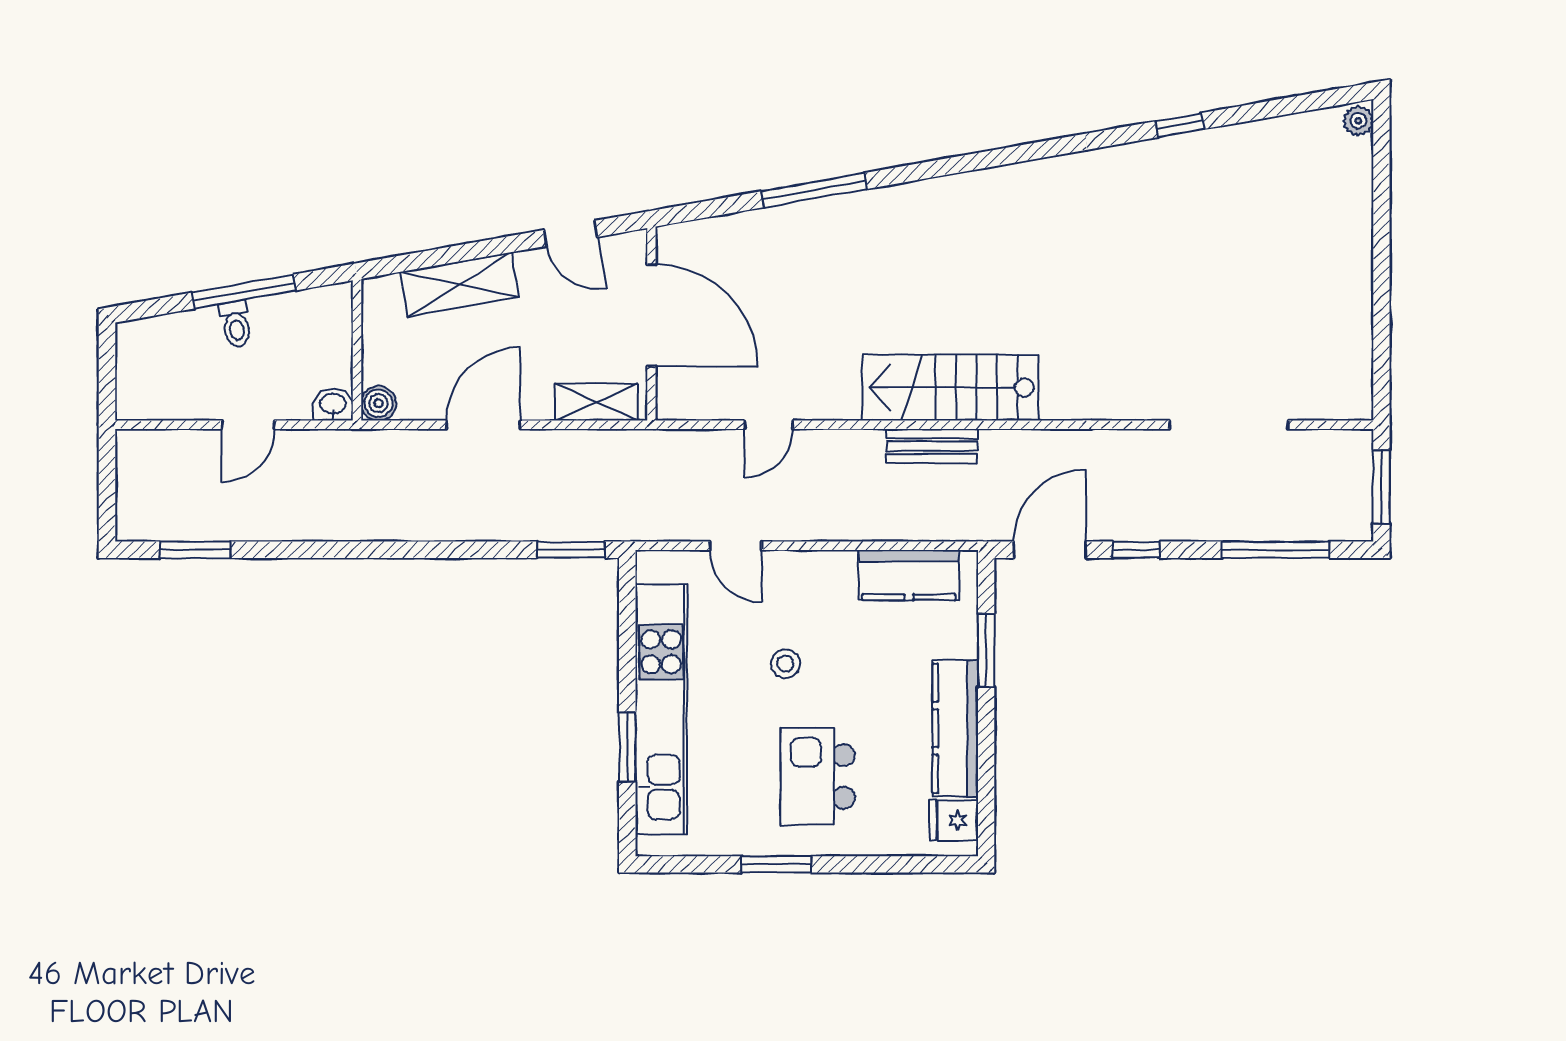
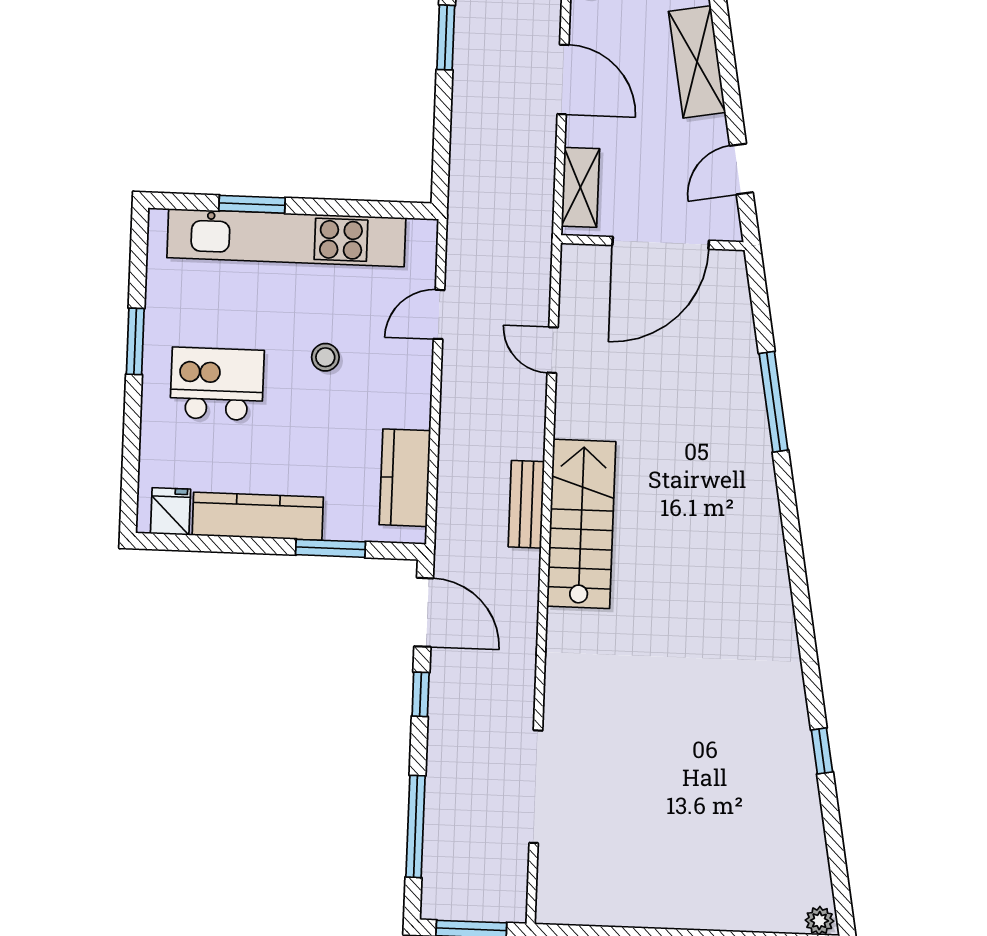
window: (571, 550) -> (446, 37), moved

